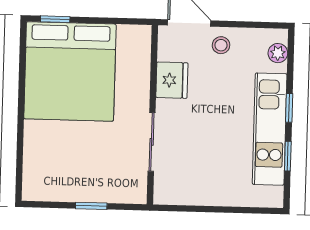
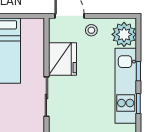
plant: (278, 53) -> (124, 34), width x1.88, depth x1.88
fridge: (172, 80) -> (63, 59), width x1.36, depth x1.34

